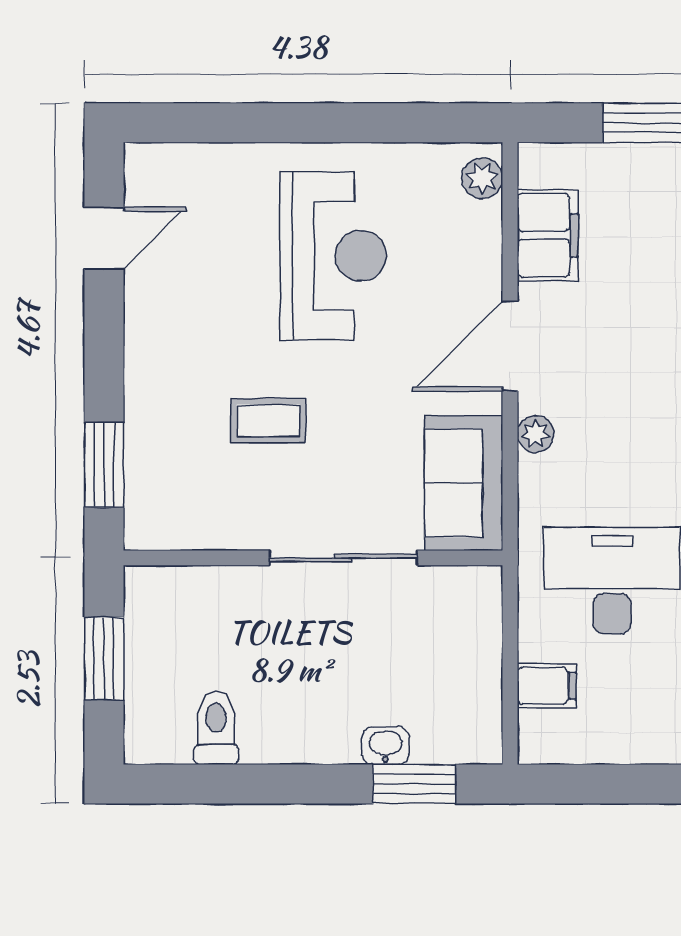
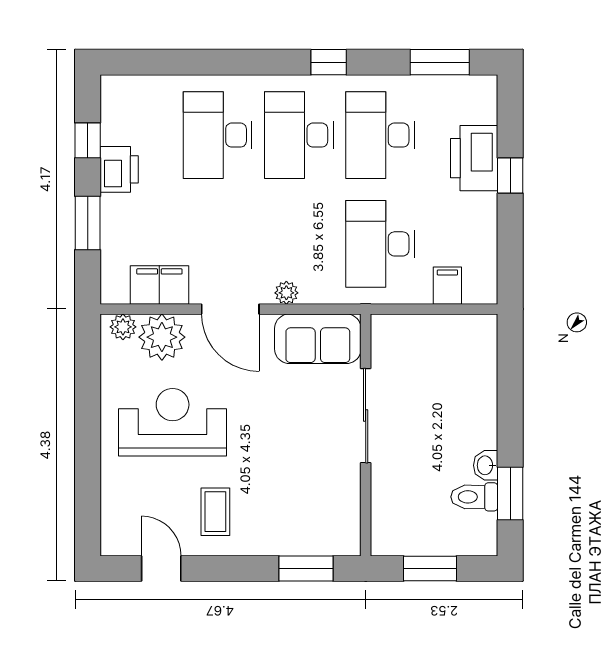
plant: (466, 239) -> (162, 337), added
coffee table: (268, 421) -> (215, 512), moved
washbasin: (385, 746) -> (486, 465), moved
window: (414, 784) -> (510, 493), moved

